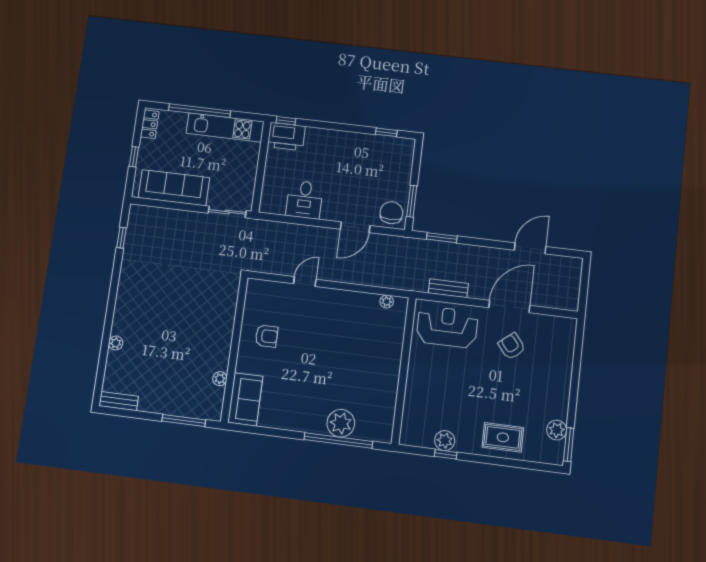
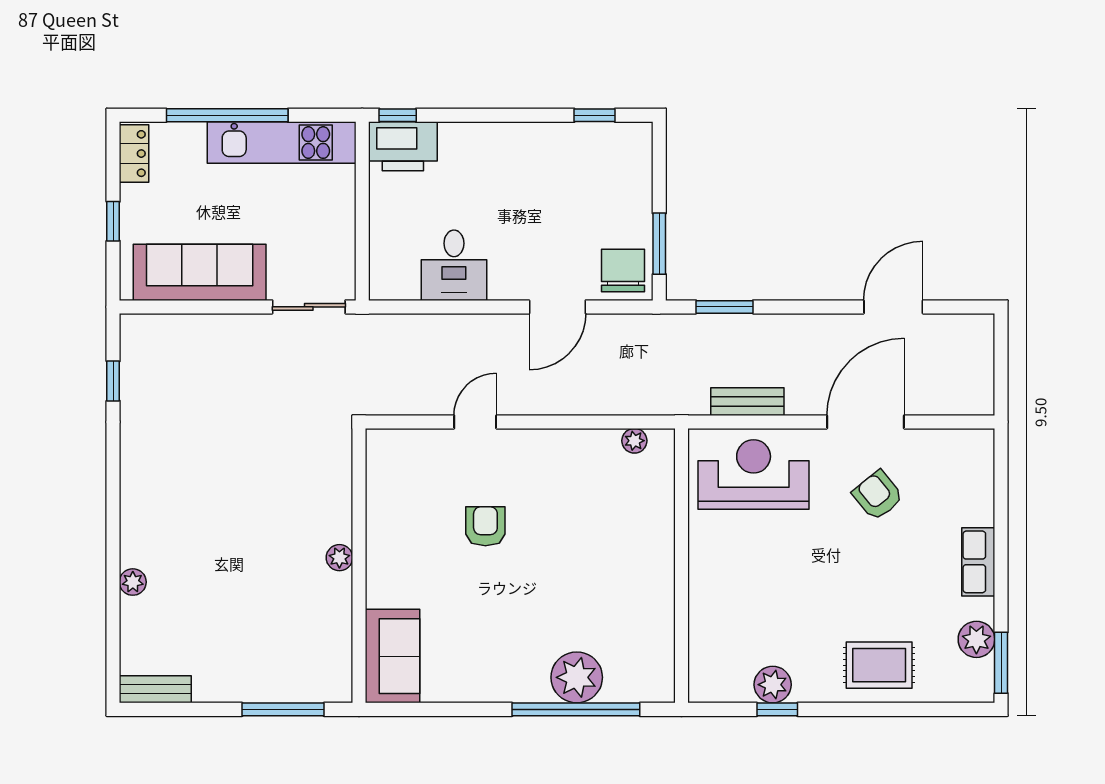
armchair: (267, 336) -> (485, 526), moved, turned -90
plant: (220, 379) -> (339, 558), moved
row of seats: (562, 388) -> (978, 562), added

